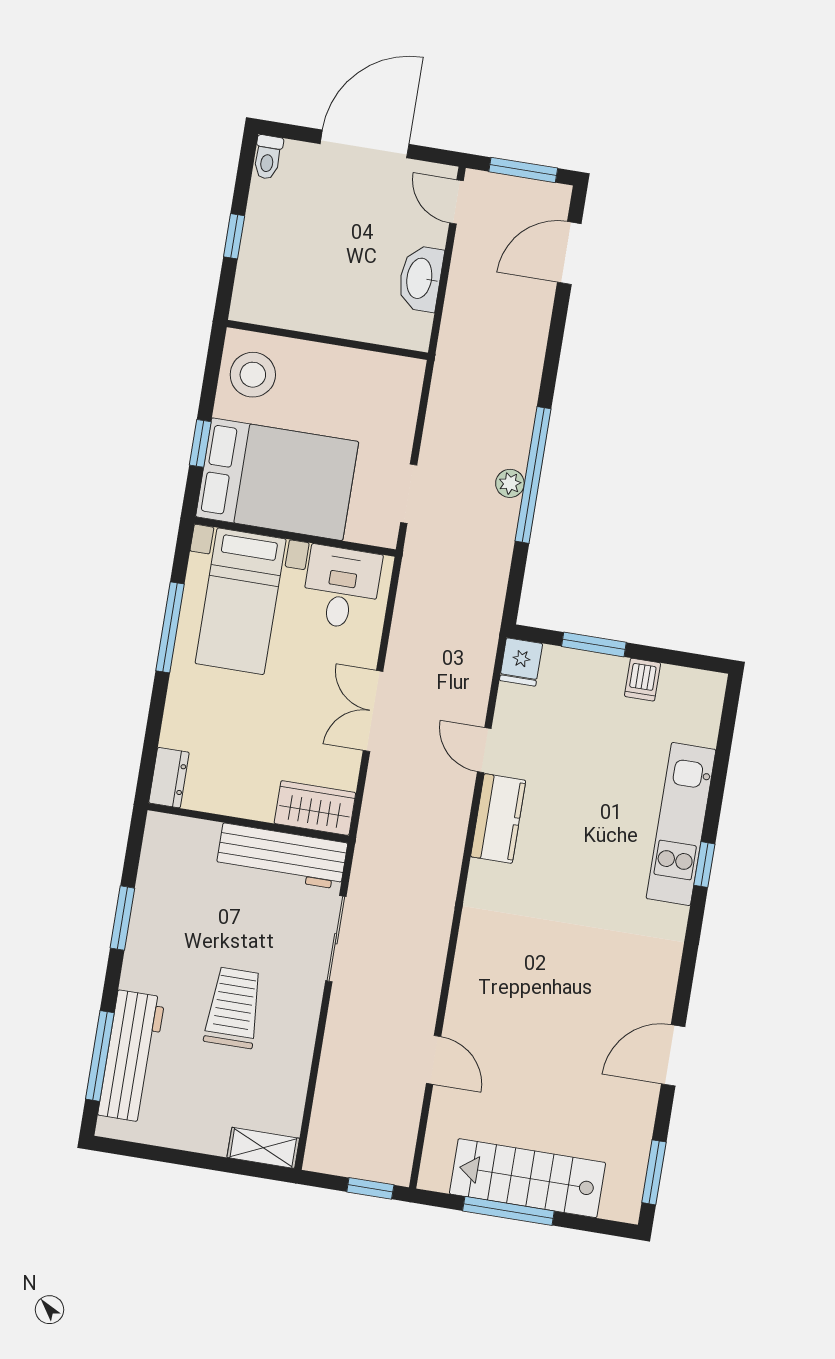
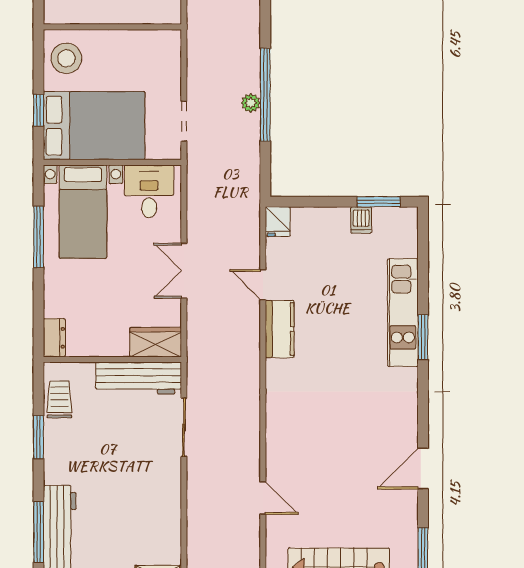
window: (594, 644) -> (379, 202), moved
window: (704, 865) -> (423, 337), width x1.50
trolley: (234, 1008) -> (59, 399), moved, width x0.73, depth x0.72

